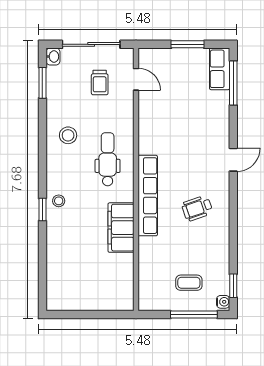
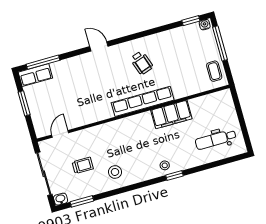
trolley: (100, 83) -> (83, 165), moved
dental chair: (108, 159) -> (216, 139), moved
coffee table: (189, 283) -> (214, 71), moved

